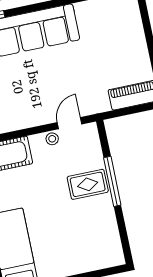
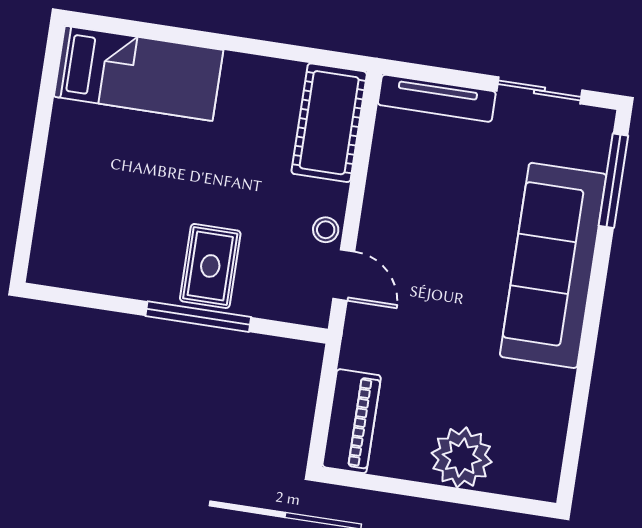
plant: (131, 40) -> (462, 457), added

